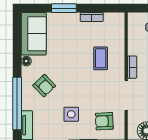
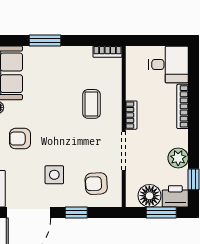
bookcase: (92, 17) -> (107, 52), moved
armchair: (44, 86) -> (20, 139), turned 134

